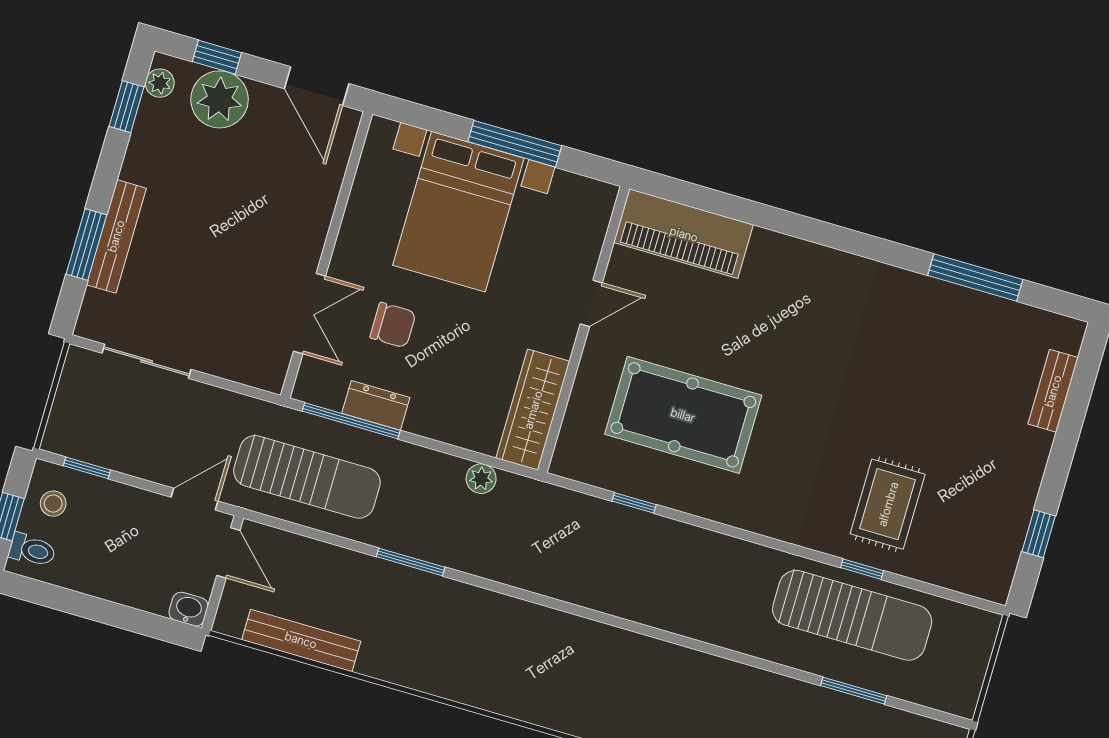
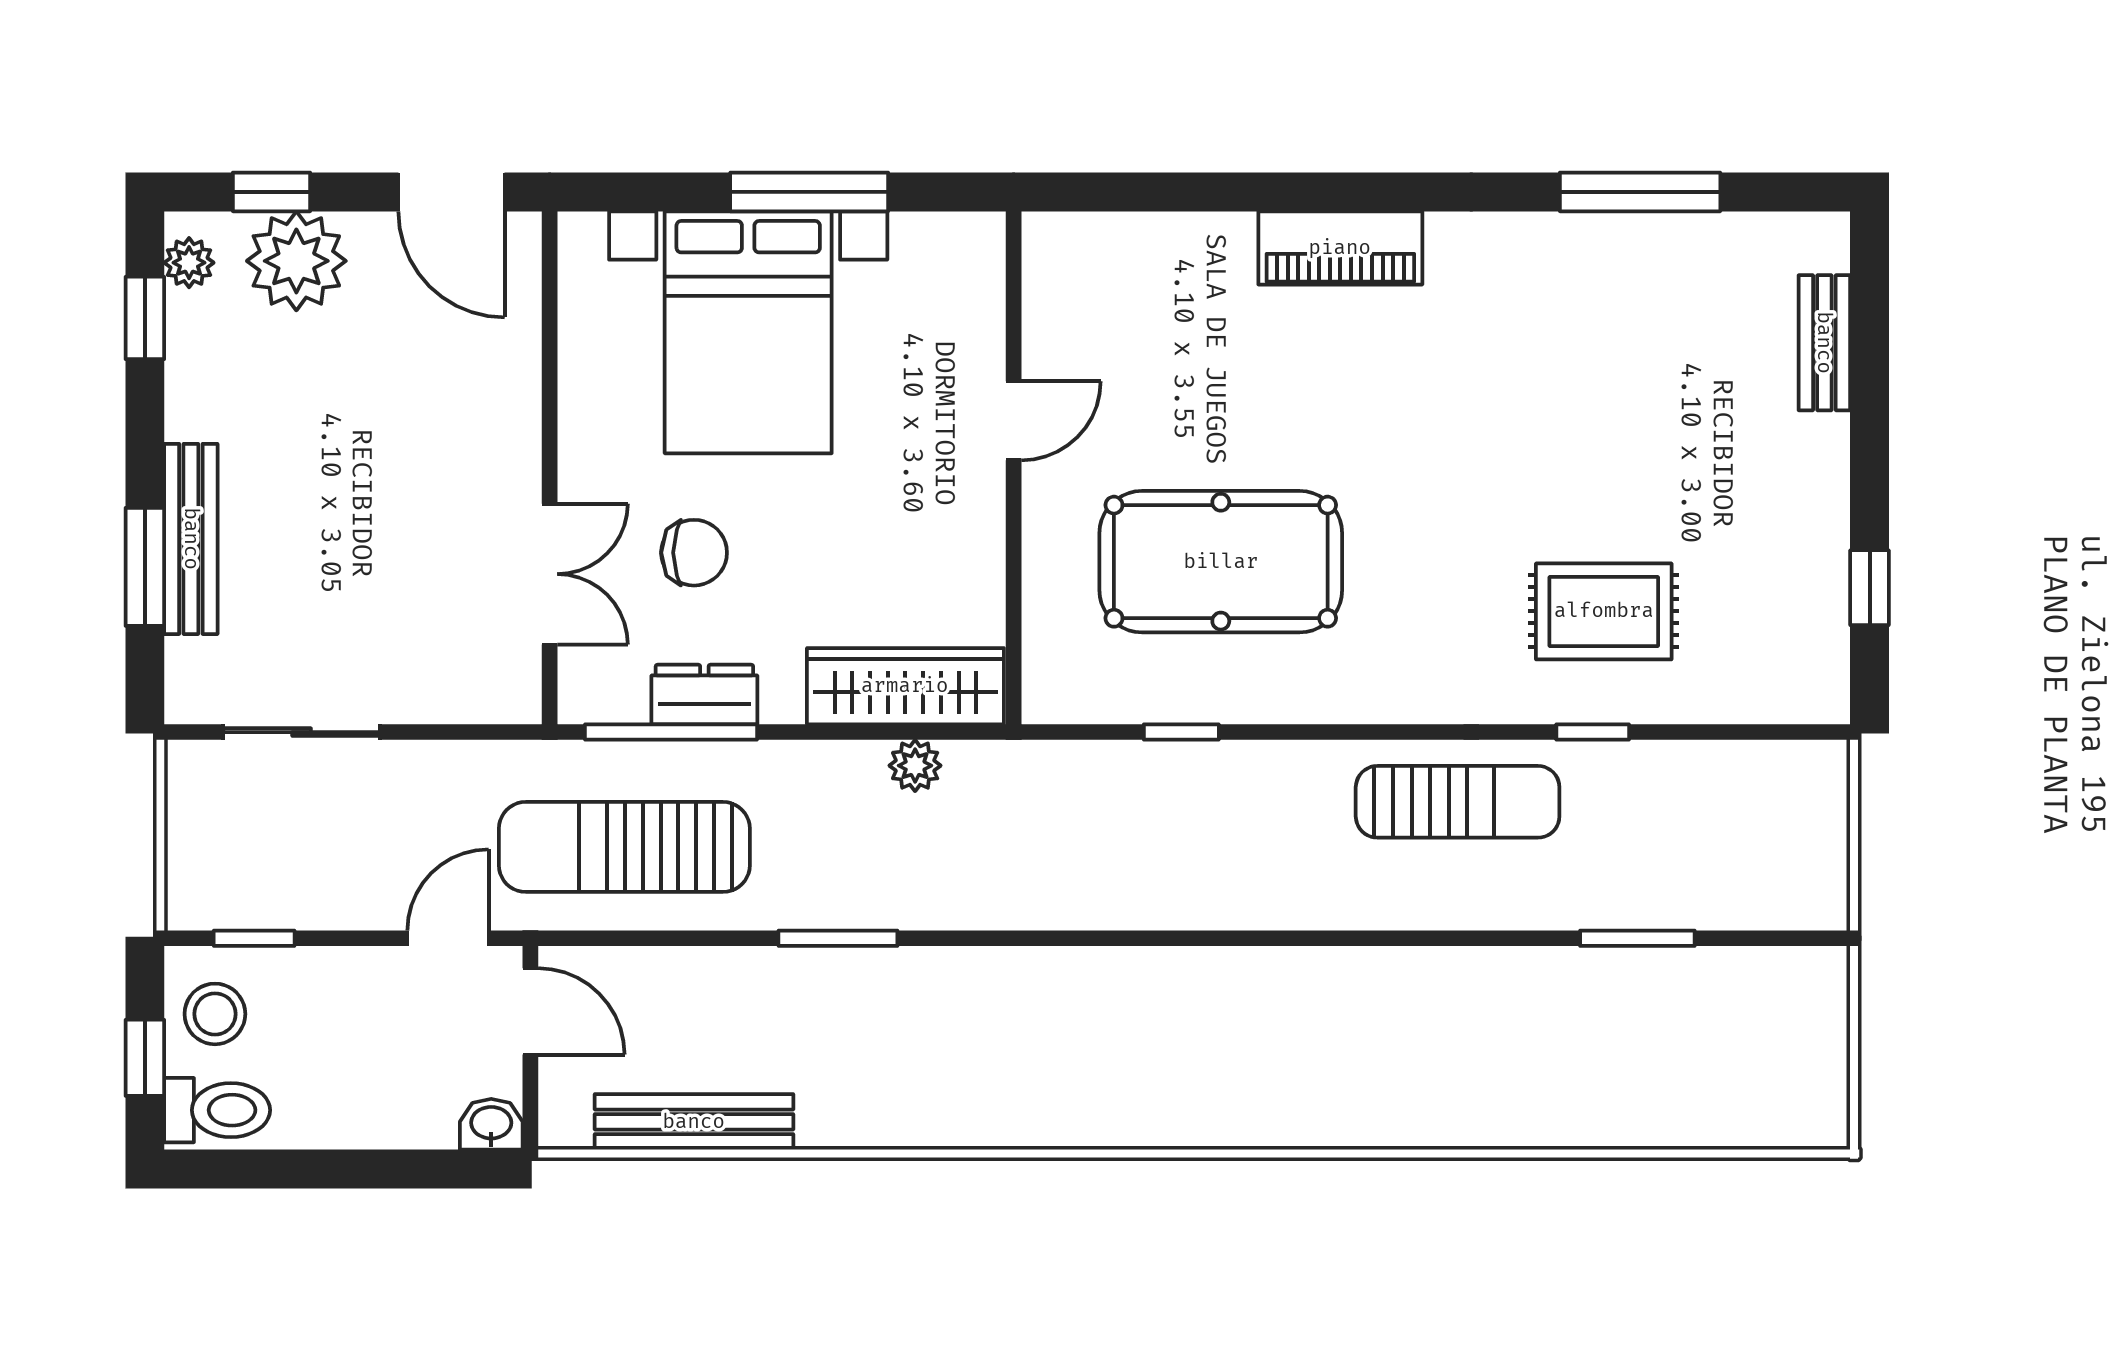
piano: (684, 234) -> (1340, 248), moved, width x0.73, depth x0.75
wardrobe: (533, 410) -> (905, 686), moved, turned 90
sun lounger: (307, 477) -> (624, 847), turned 180
stool: (53, 504) -> (215, 1014), width x1.37, depth x1.37
rug: (888, 504) -> (1604, 611), turned 90
toilet: (32, 550) -> (217, 1110), width x1.37, depth x1.39
sun lounger: (852, 615) -> (1458, 802), moved, width x0.73, depth x0.75

